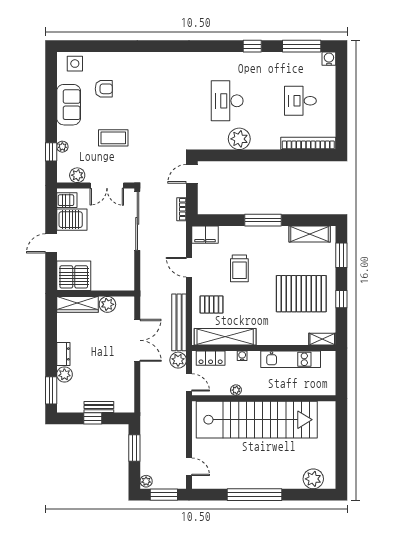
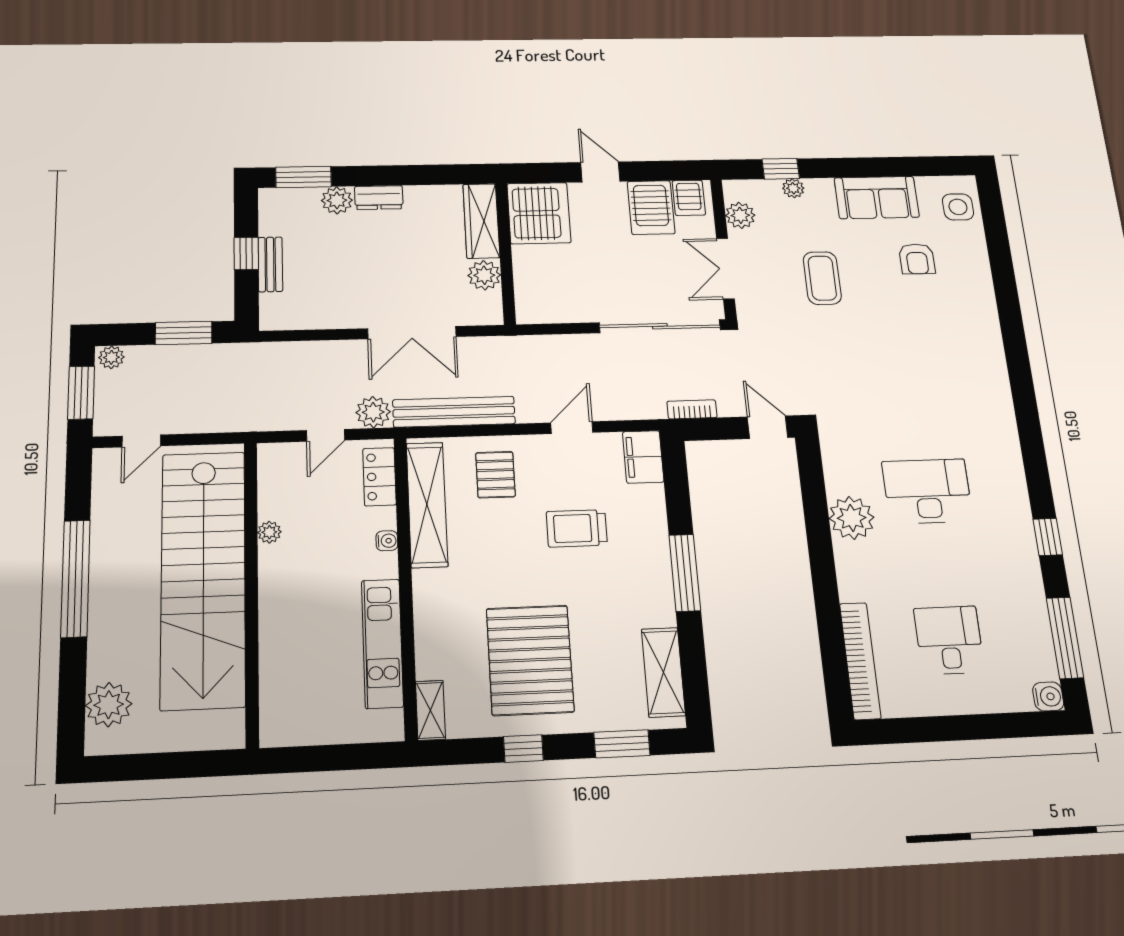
plant: (236, 390) -> (269, 532), moved
wall: (264, 398) -> (251, 591), moved
stairs: (257, 420) -> (203, 578), moved

